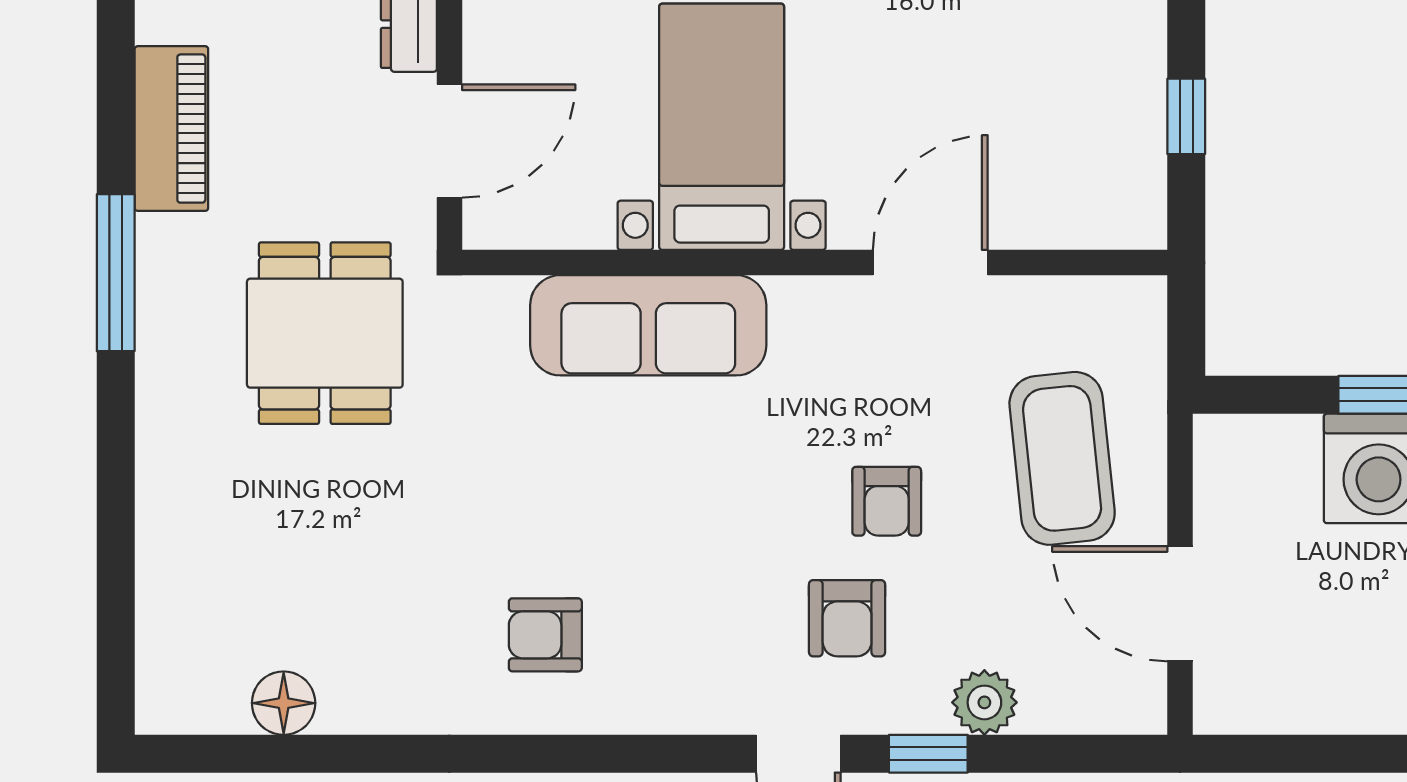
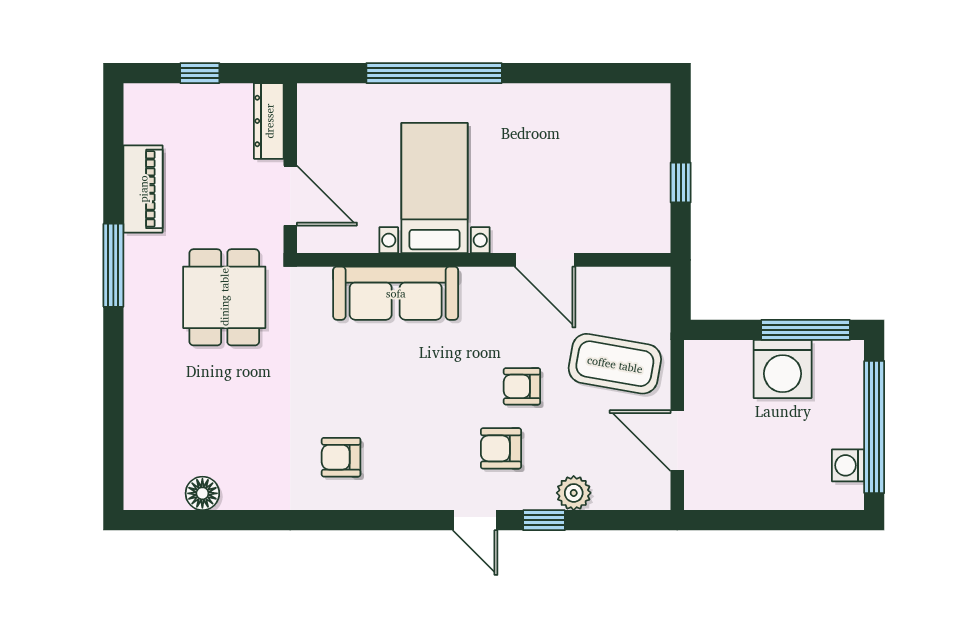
door: (449, 141) -> (290, 196), hinge flipped
door: (930, 263) -> (545, 260), swing flipped
coffee table: (1062, 458) -> (615, 364), turned -74
armchair: (887, 501) -> (522, 386), turned 90
armchair: (847, 618) -> (501, 448), turned 90

